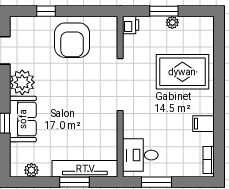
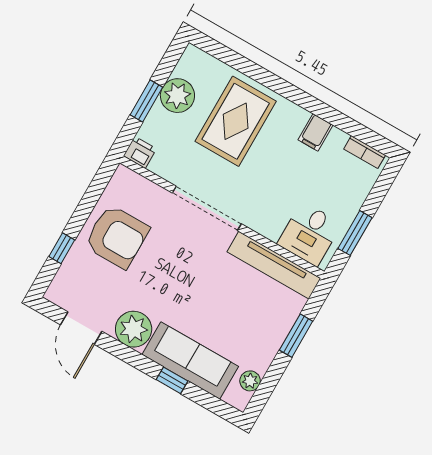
plant: (172, 22) -> (177, 96), width x1.88, depth x1.88
sofa: (23, 119) -> (190, 361), width x1.36
tv unit: (85, 169) -> (274, 265), moved, turned -90

